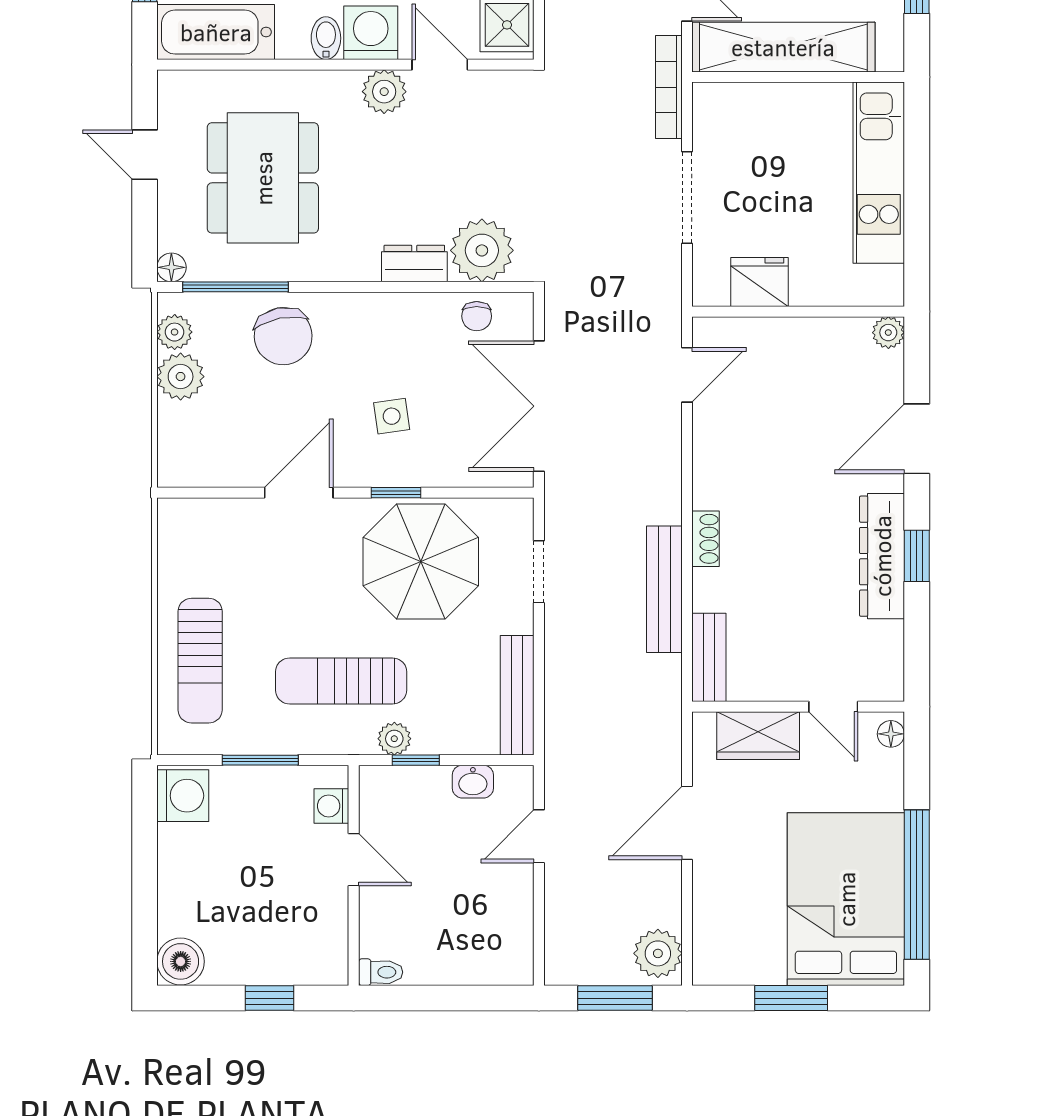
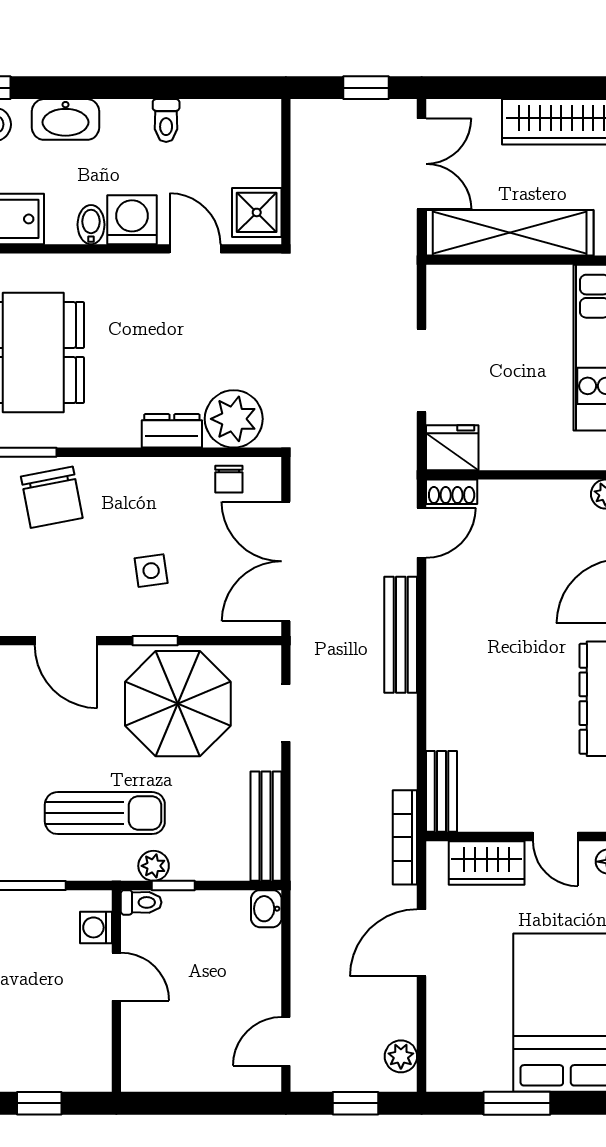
bookcase: (669, 87) -> (405, 837), moved
plant: (384, 92) -> (144, 274), removed
fridge: (759, 282) -> (452, 448), moved
door: (299, 493) -> (66, 641), swing flipped
shoe rack: (705, 539) -> (452, 492), moved, turned 90
bench: (664, 589) -> (401, 635), moved
sun lounger: (341, 681) -> (105, 813), turned 180
washbasin: (473, 782) -> (266, 909), moved, turned 90
door: (539, 836) -> (286, 1041), moved
plant: (658, 953) -> (401, 1056), width x0.73, depth x0.73
toilet: (381, 972) -> (141, 902), moved
window: (615, 998) -> (356, 1103), width x0.67

